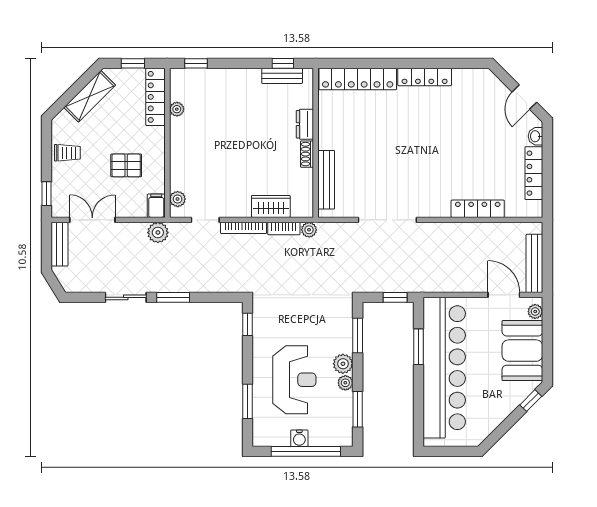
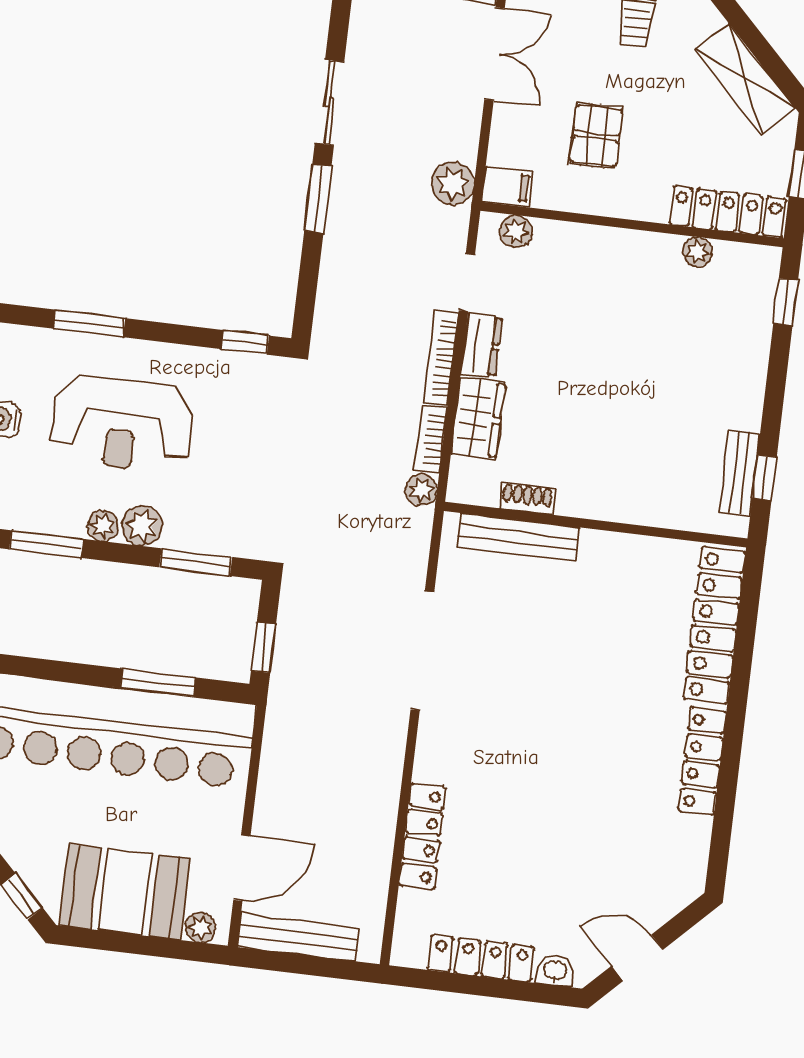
dresser: (305, 124) -> (481, 345), moved, turned 90
shoe rack: (307, 154) -> (527, 498), moved

